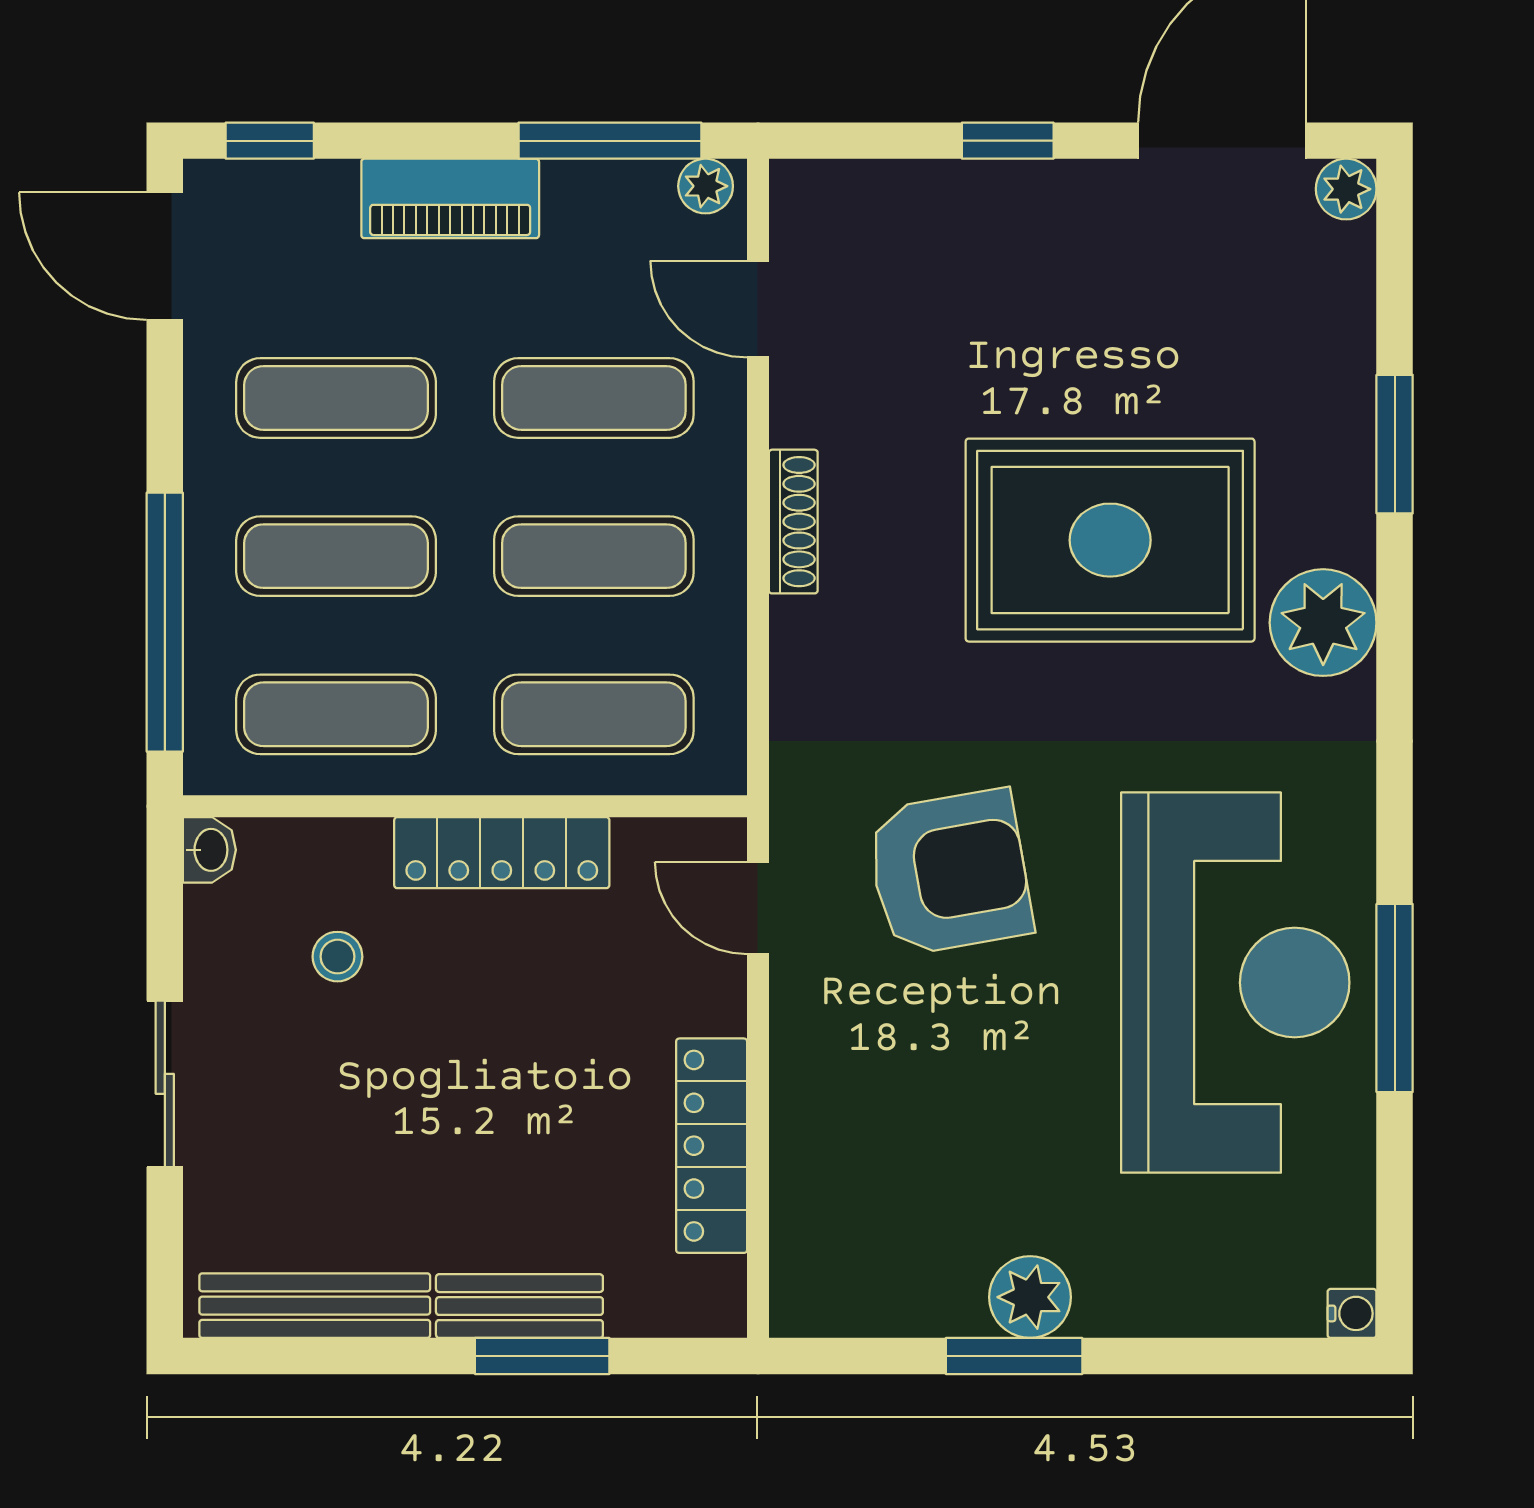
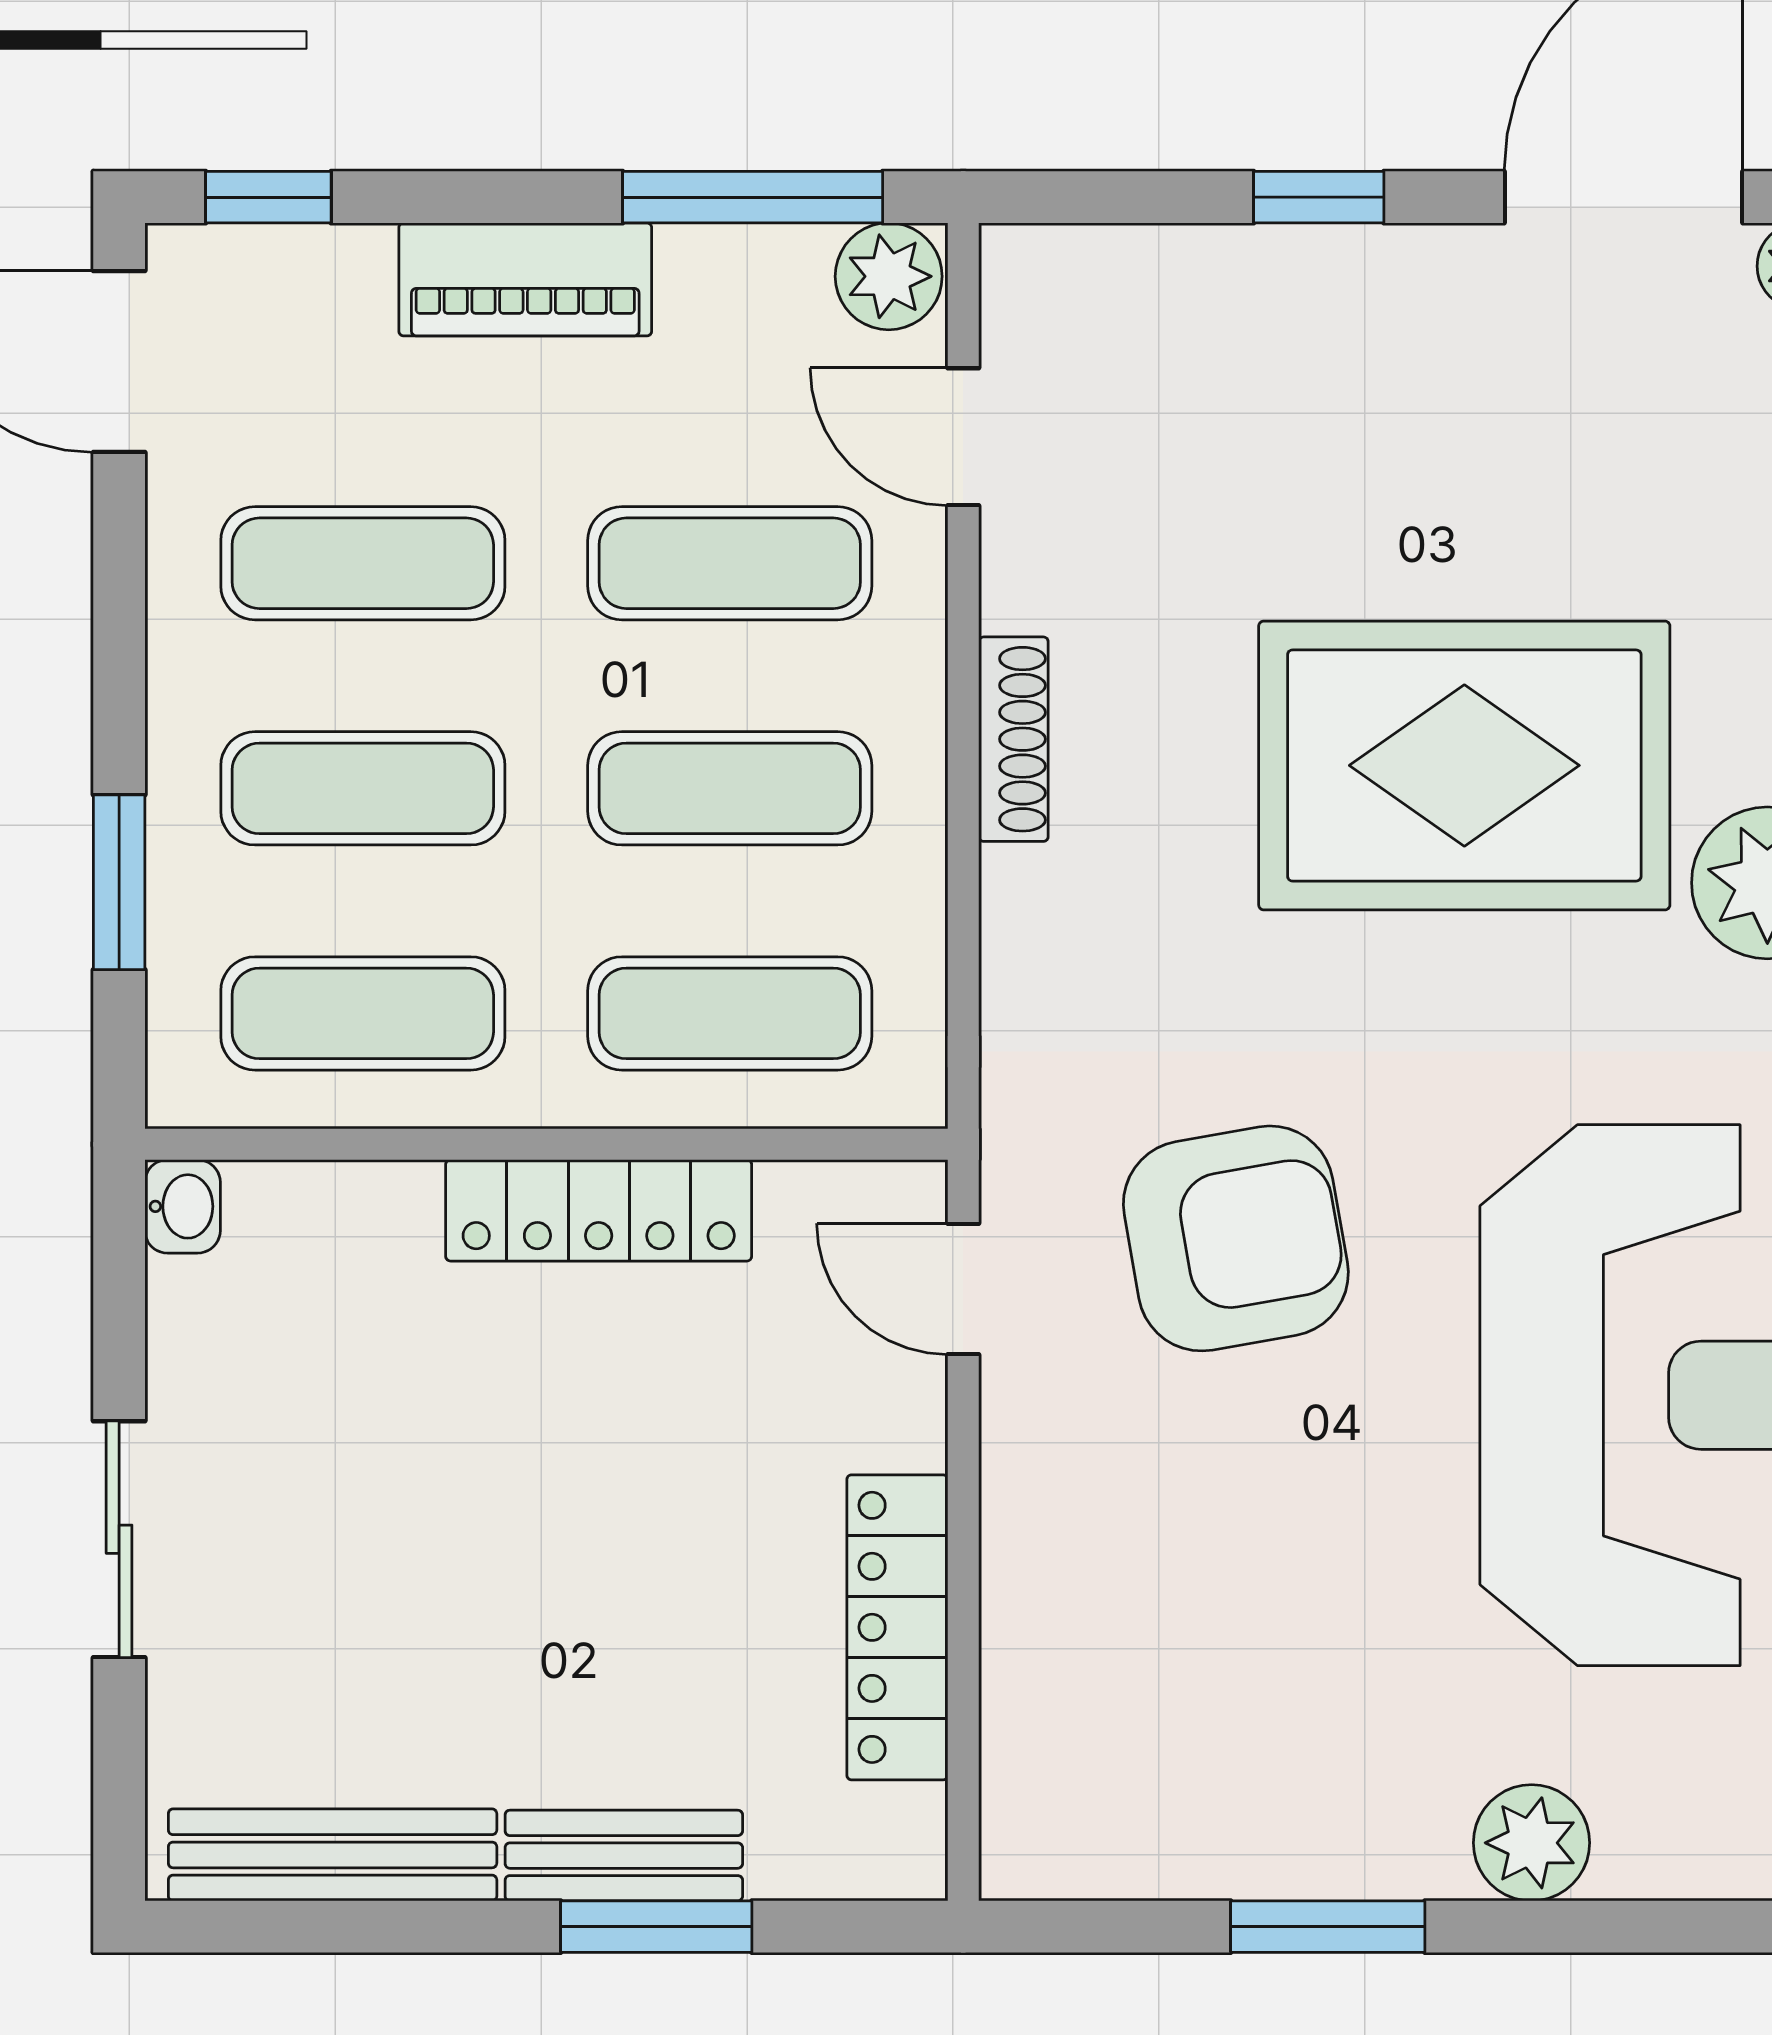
plant: (706, 186) -> (889, 276), width x1.38, depth x1.38
window: (165, 622) -> (119, 882), width x0.47
stool: (337, 957) -> (365, 1358), removed
plant: (1030, 1297) -> (1532, 1843), moved

